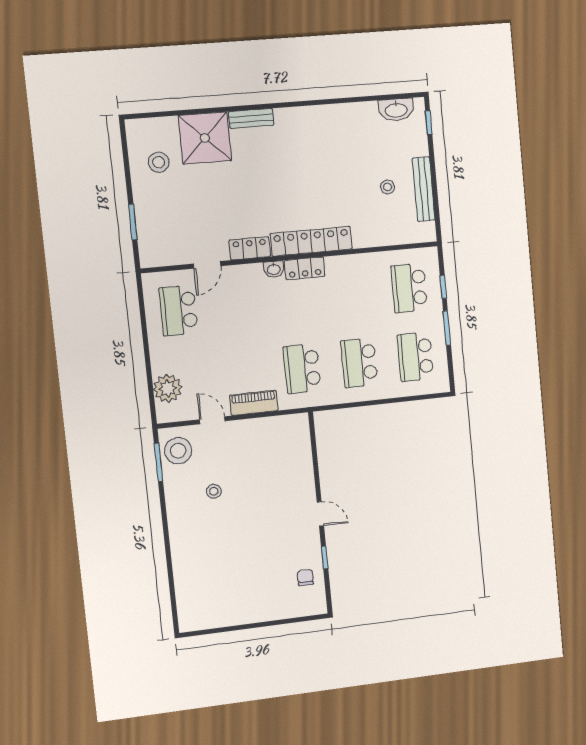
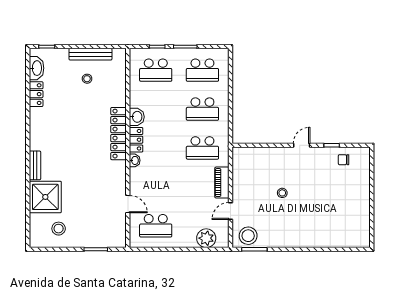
locker: (250, 248) -> (36, 94), moved, turned 180
washbasin: (339, 266) -> (137, 117), added
stool: (214, 491) -> (282, 193), moved

